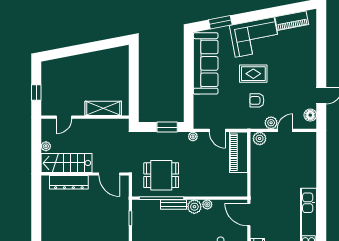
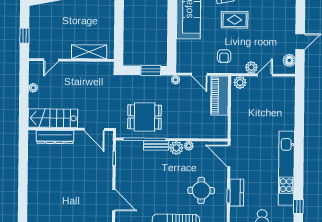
armchair: (257, 100) -> (224, 56), moved, turned -90
stairs: (66, 163) -> (53, 118), moved
wall: (85, 174) -> (71, 129), moved
door: (109, 174) -> (94, 129), moved
dresser: (69, 182) -> (55, 137), moved

